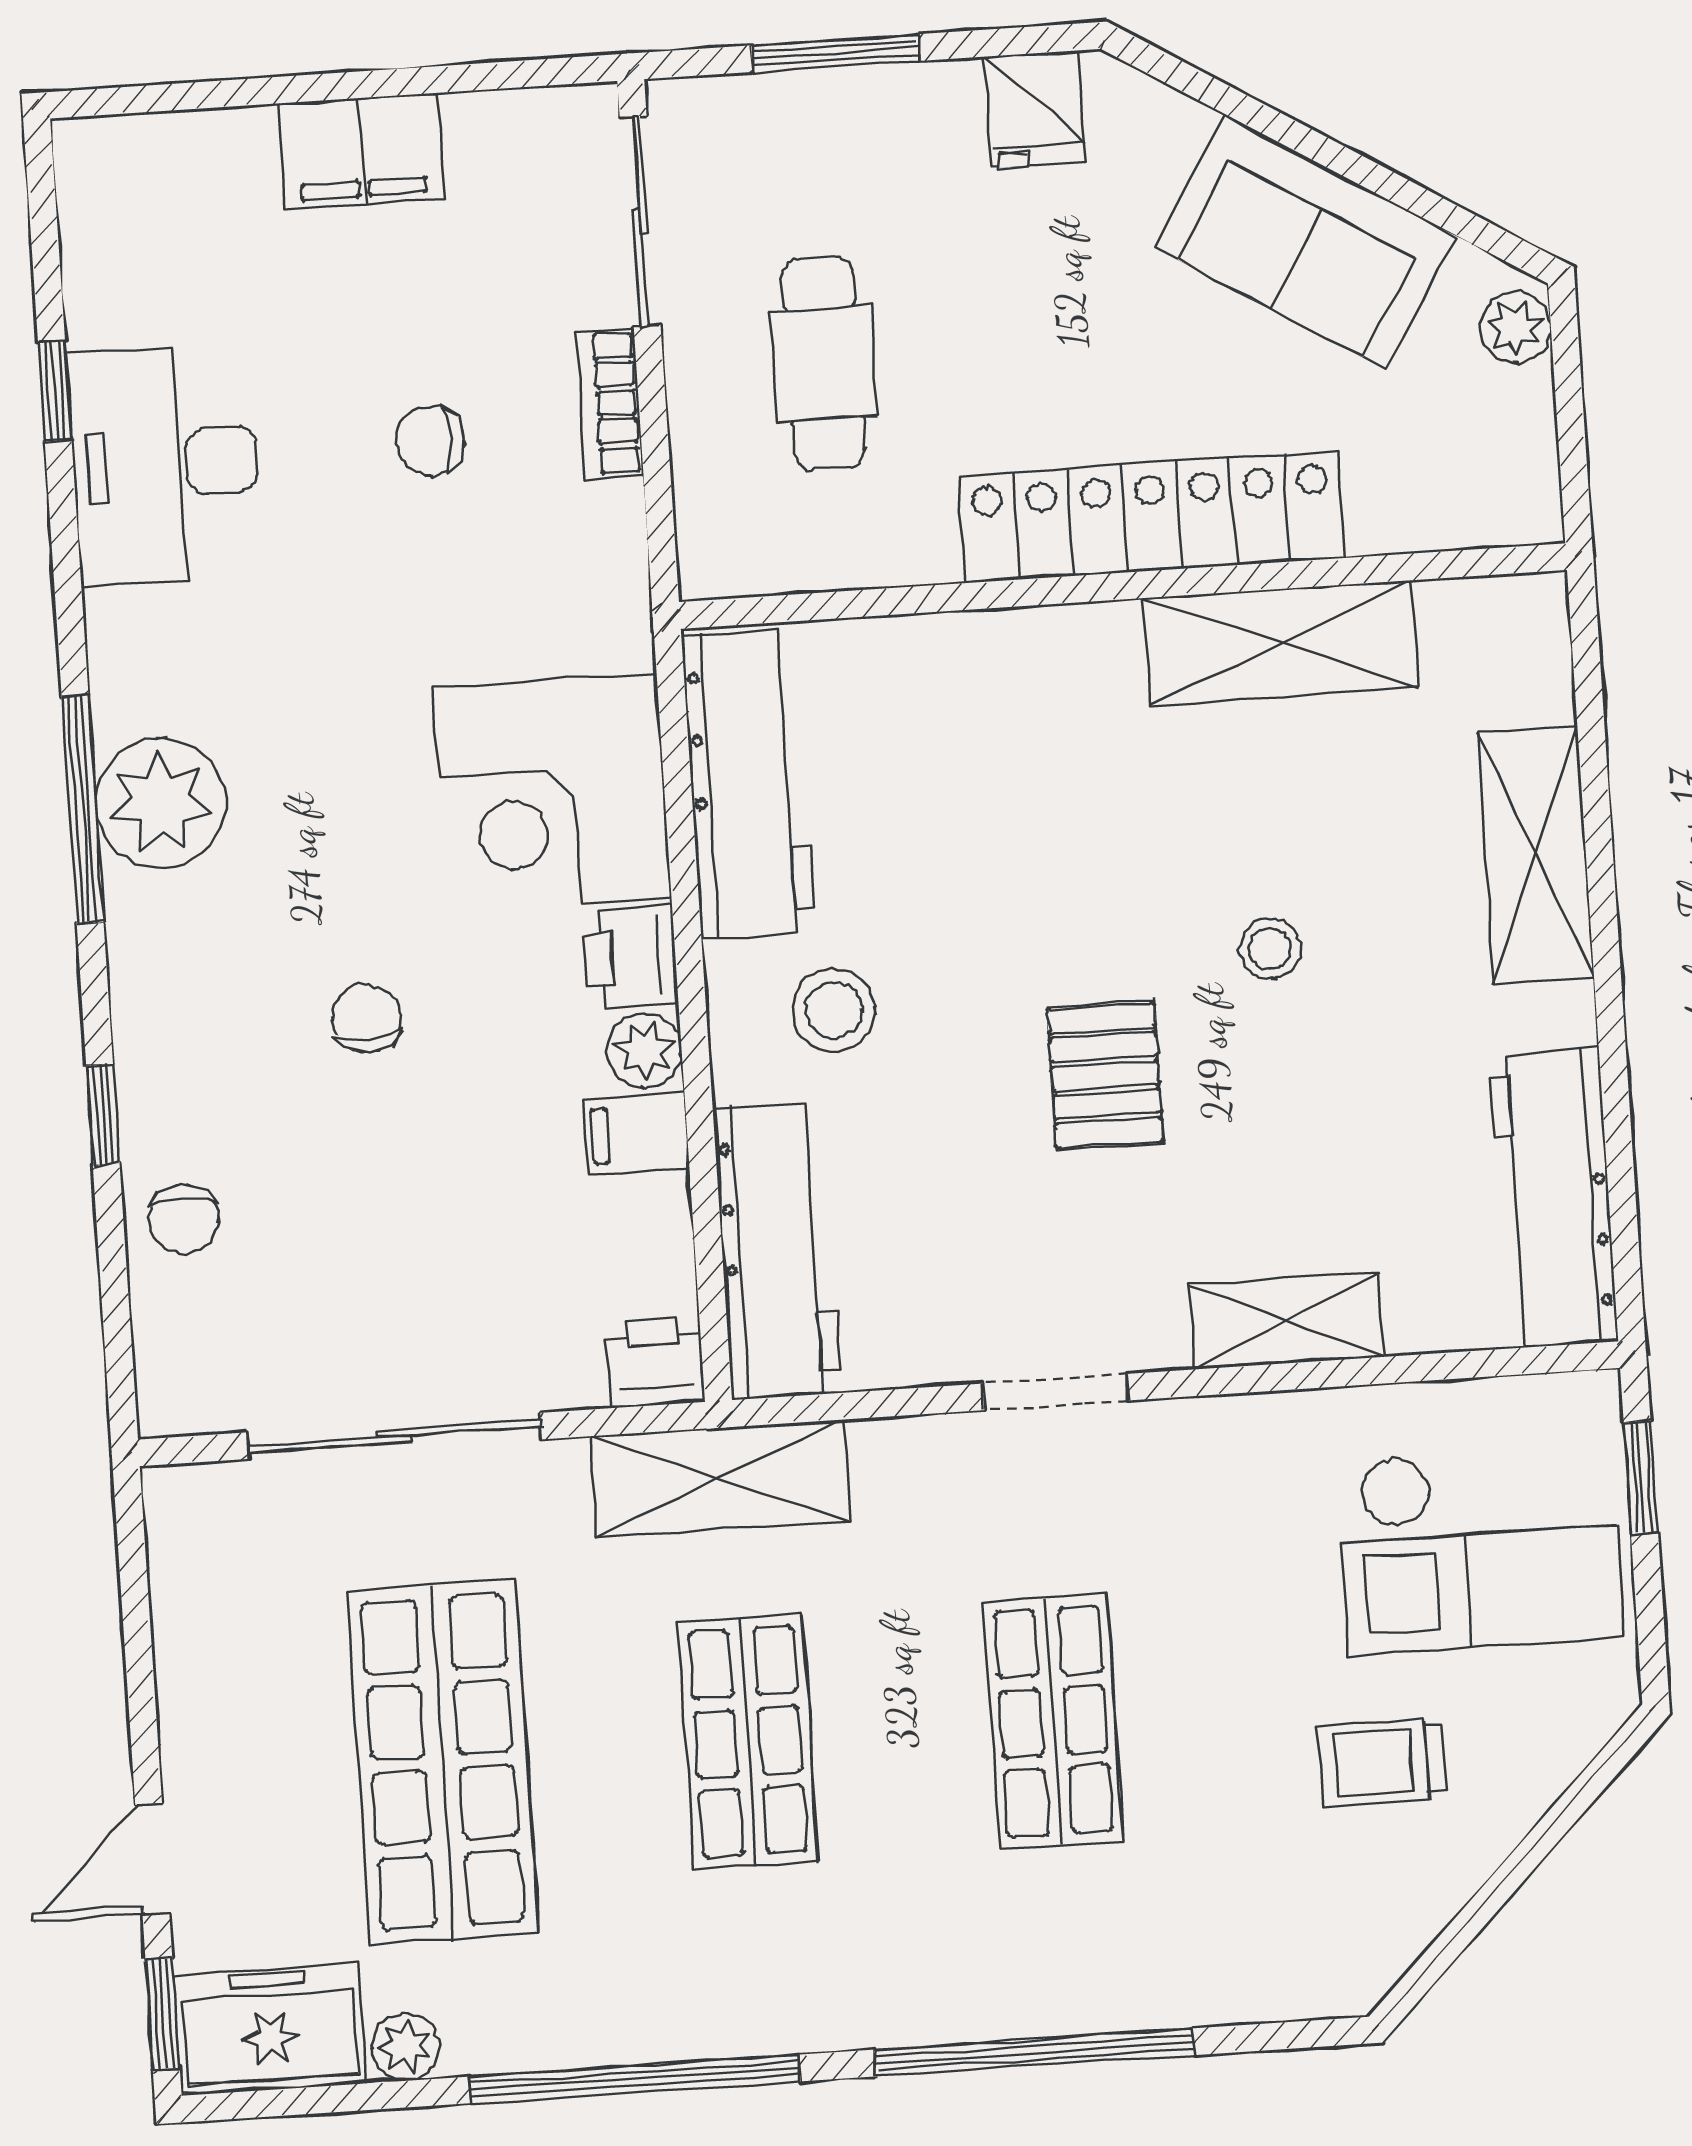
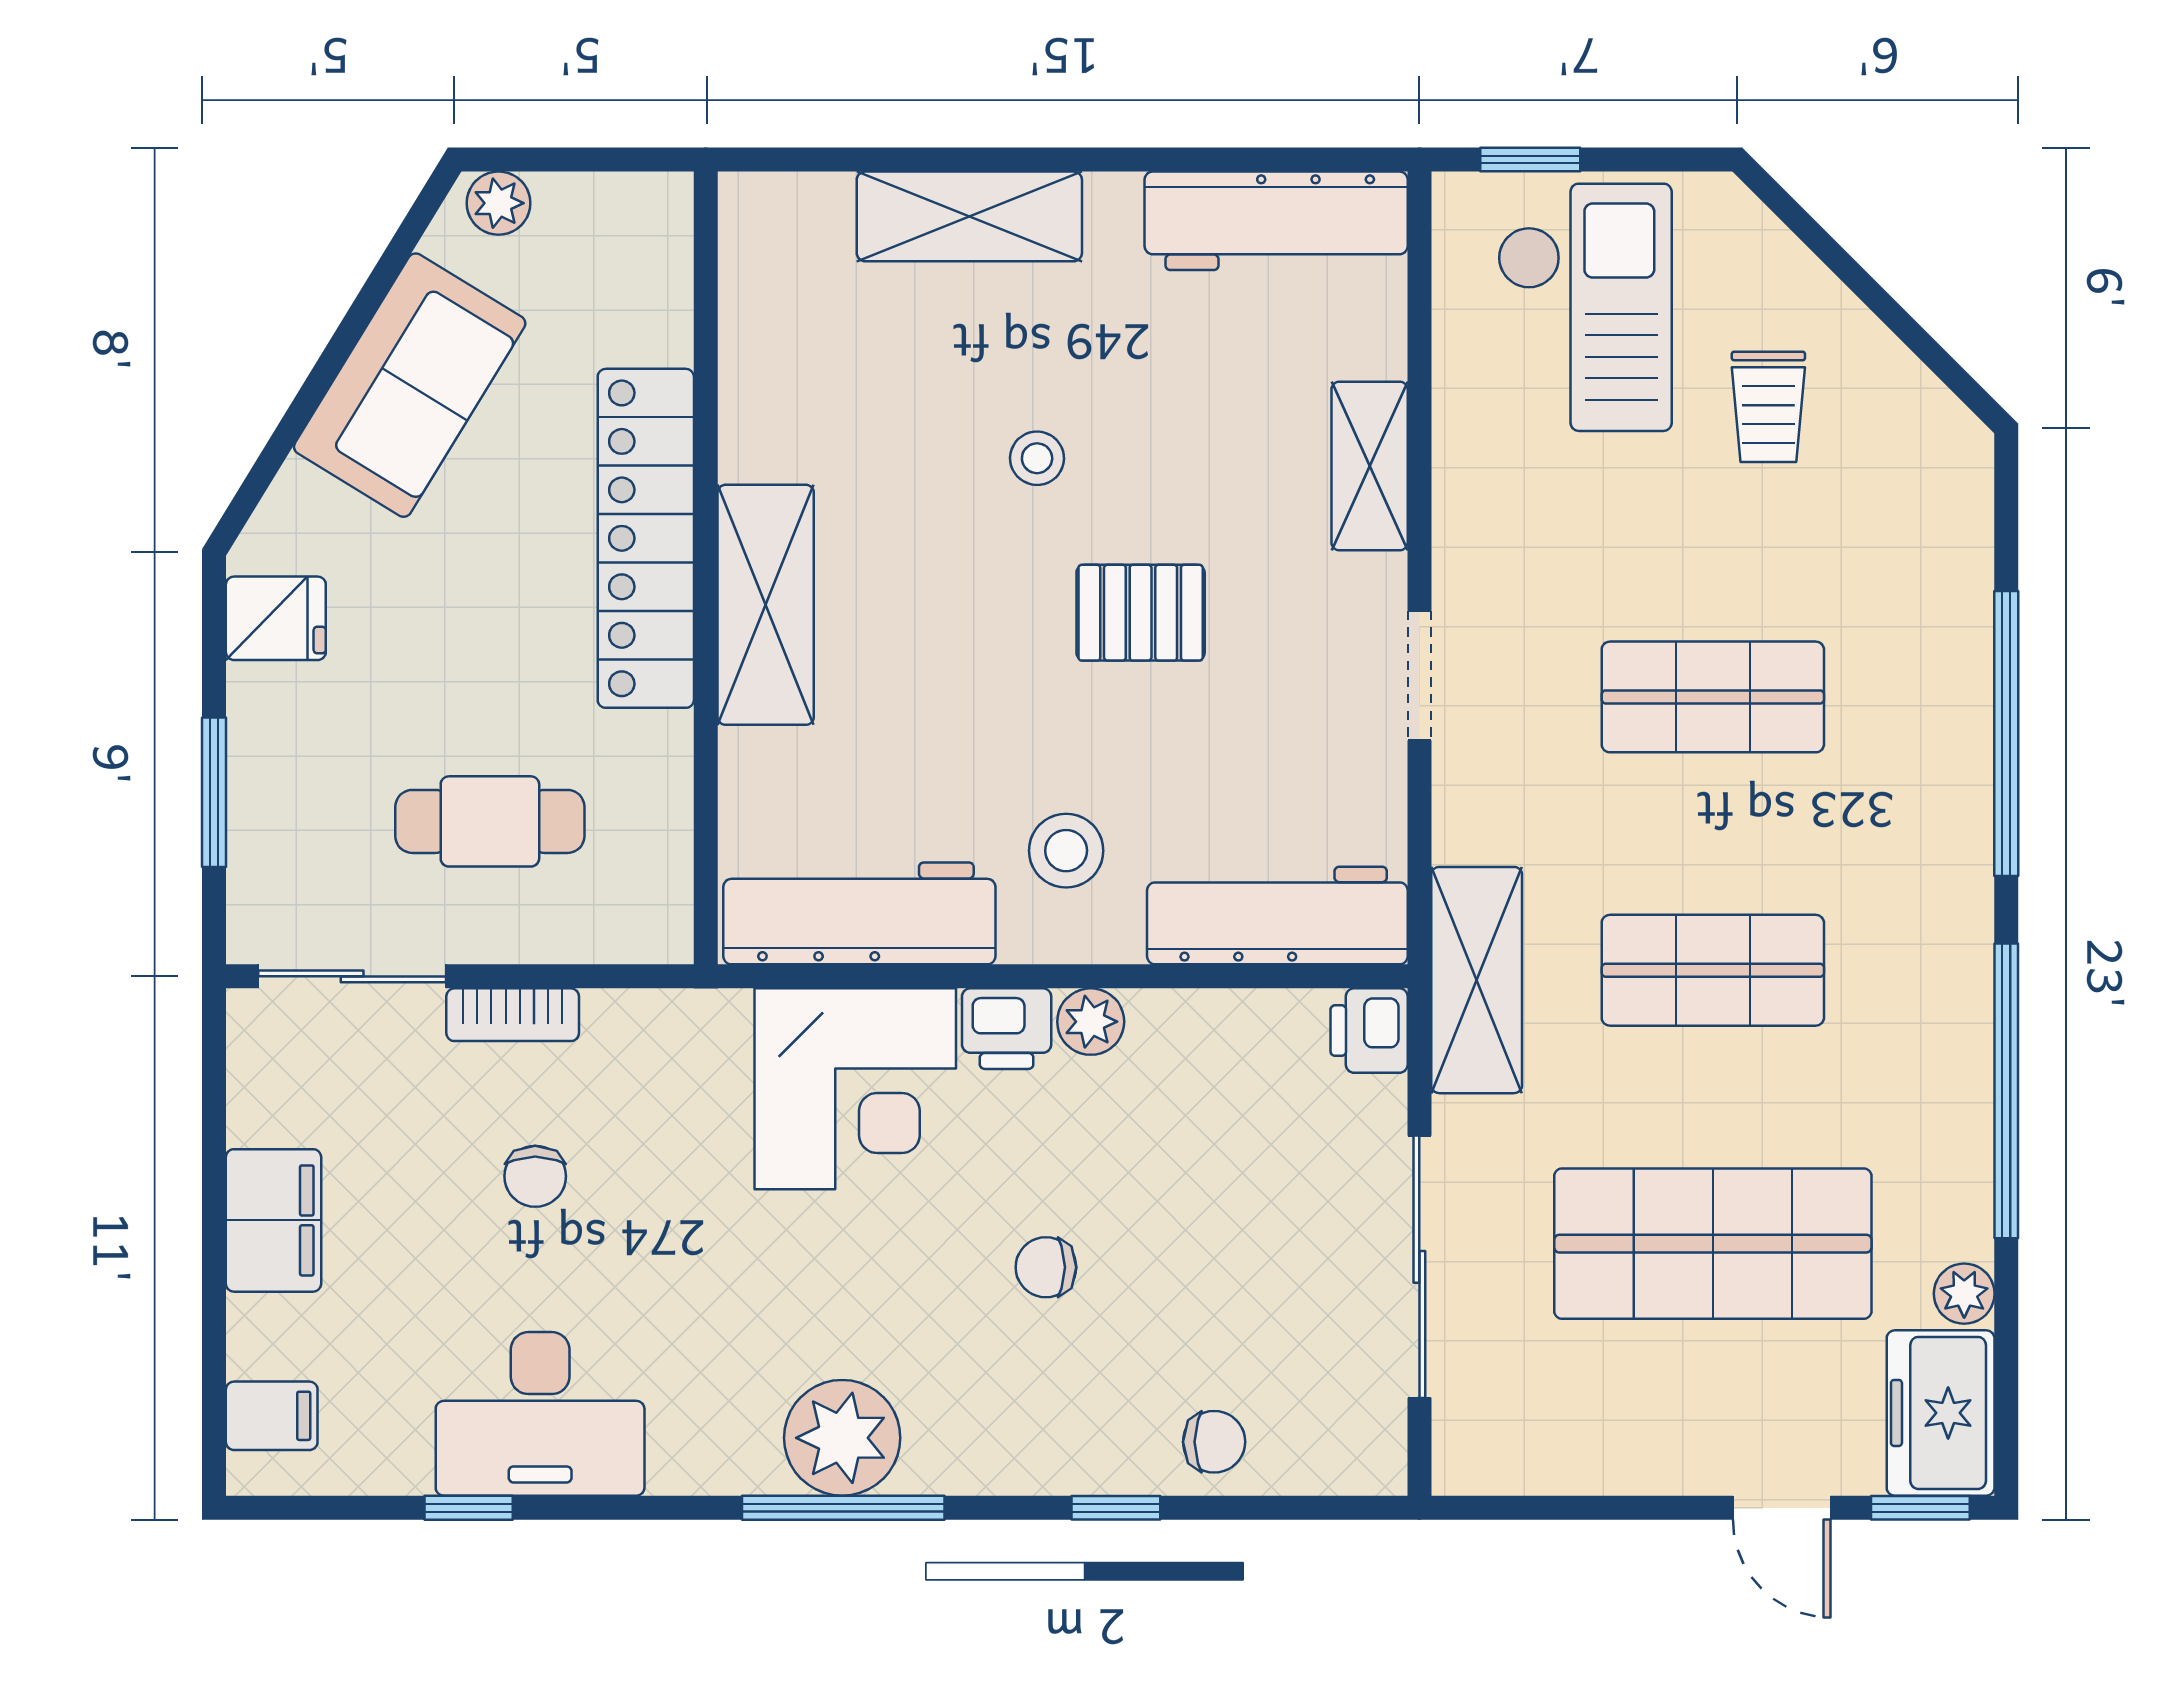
shelving: (1281, 643) -> (766, 605), moved
filing cabinet: (636, 1134) -> (272, 1416), moved, turned -90

